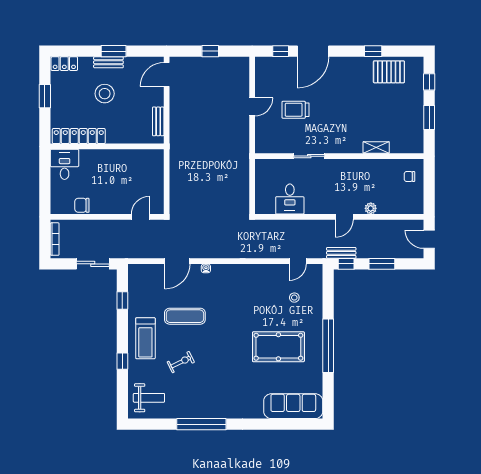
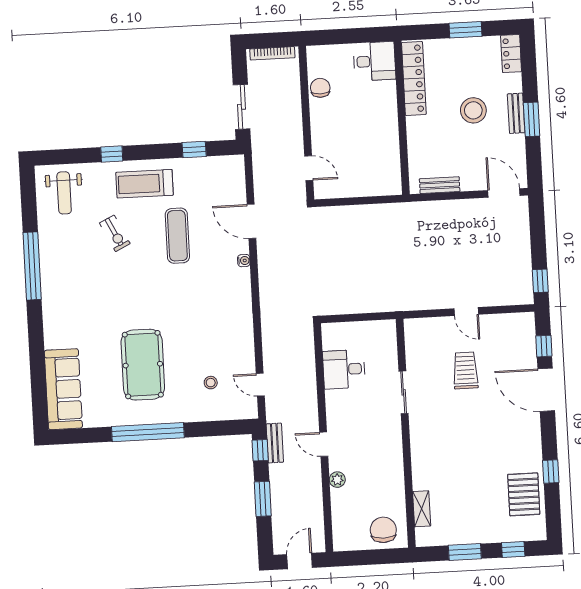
window: (210, 51) -> (540, 281), moved
shelving: (376, 147) -> (422, 509), moved
chair: (409, 176) -> (383, 530), width x1.87, depth x1.87

